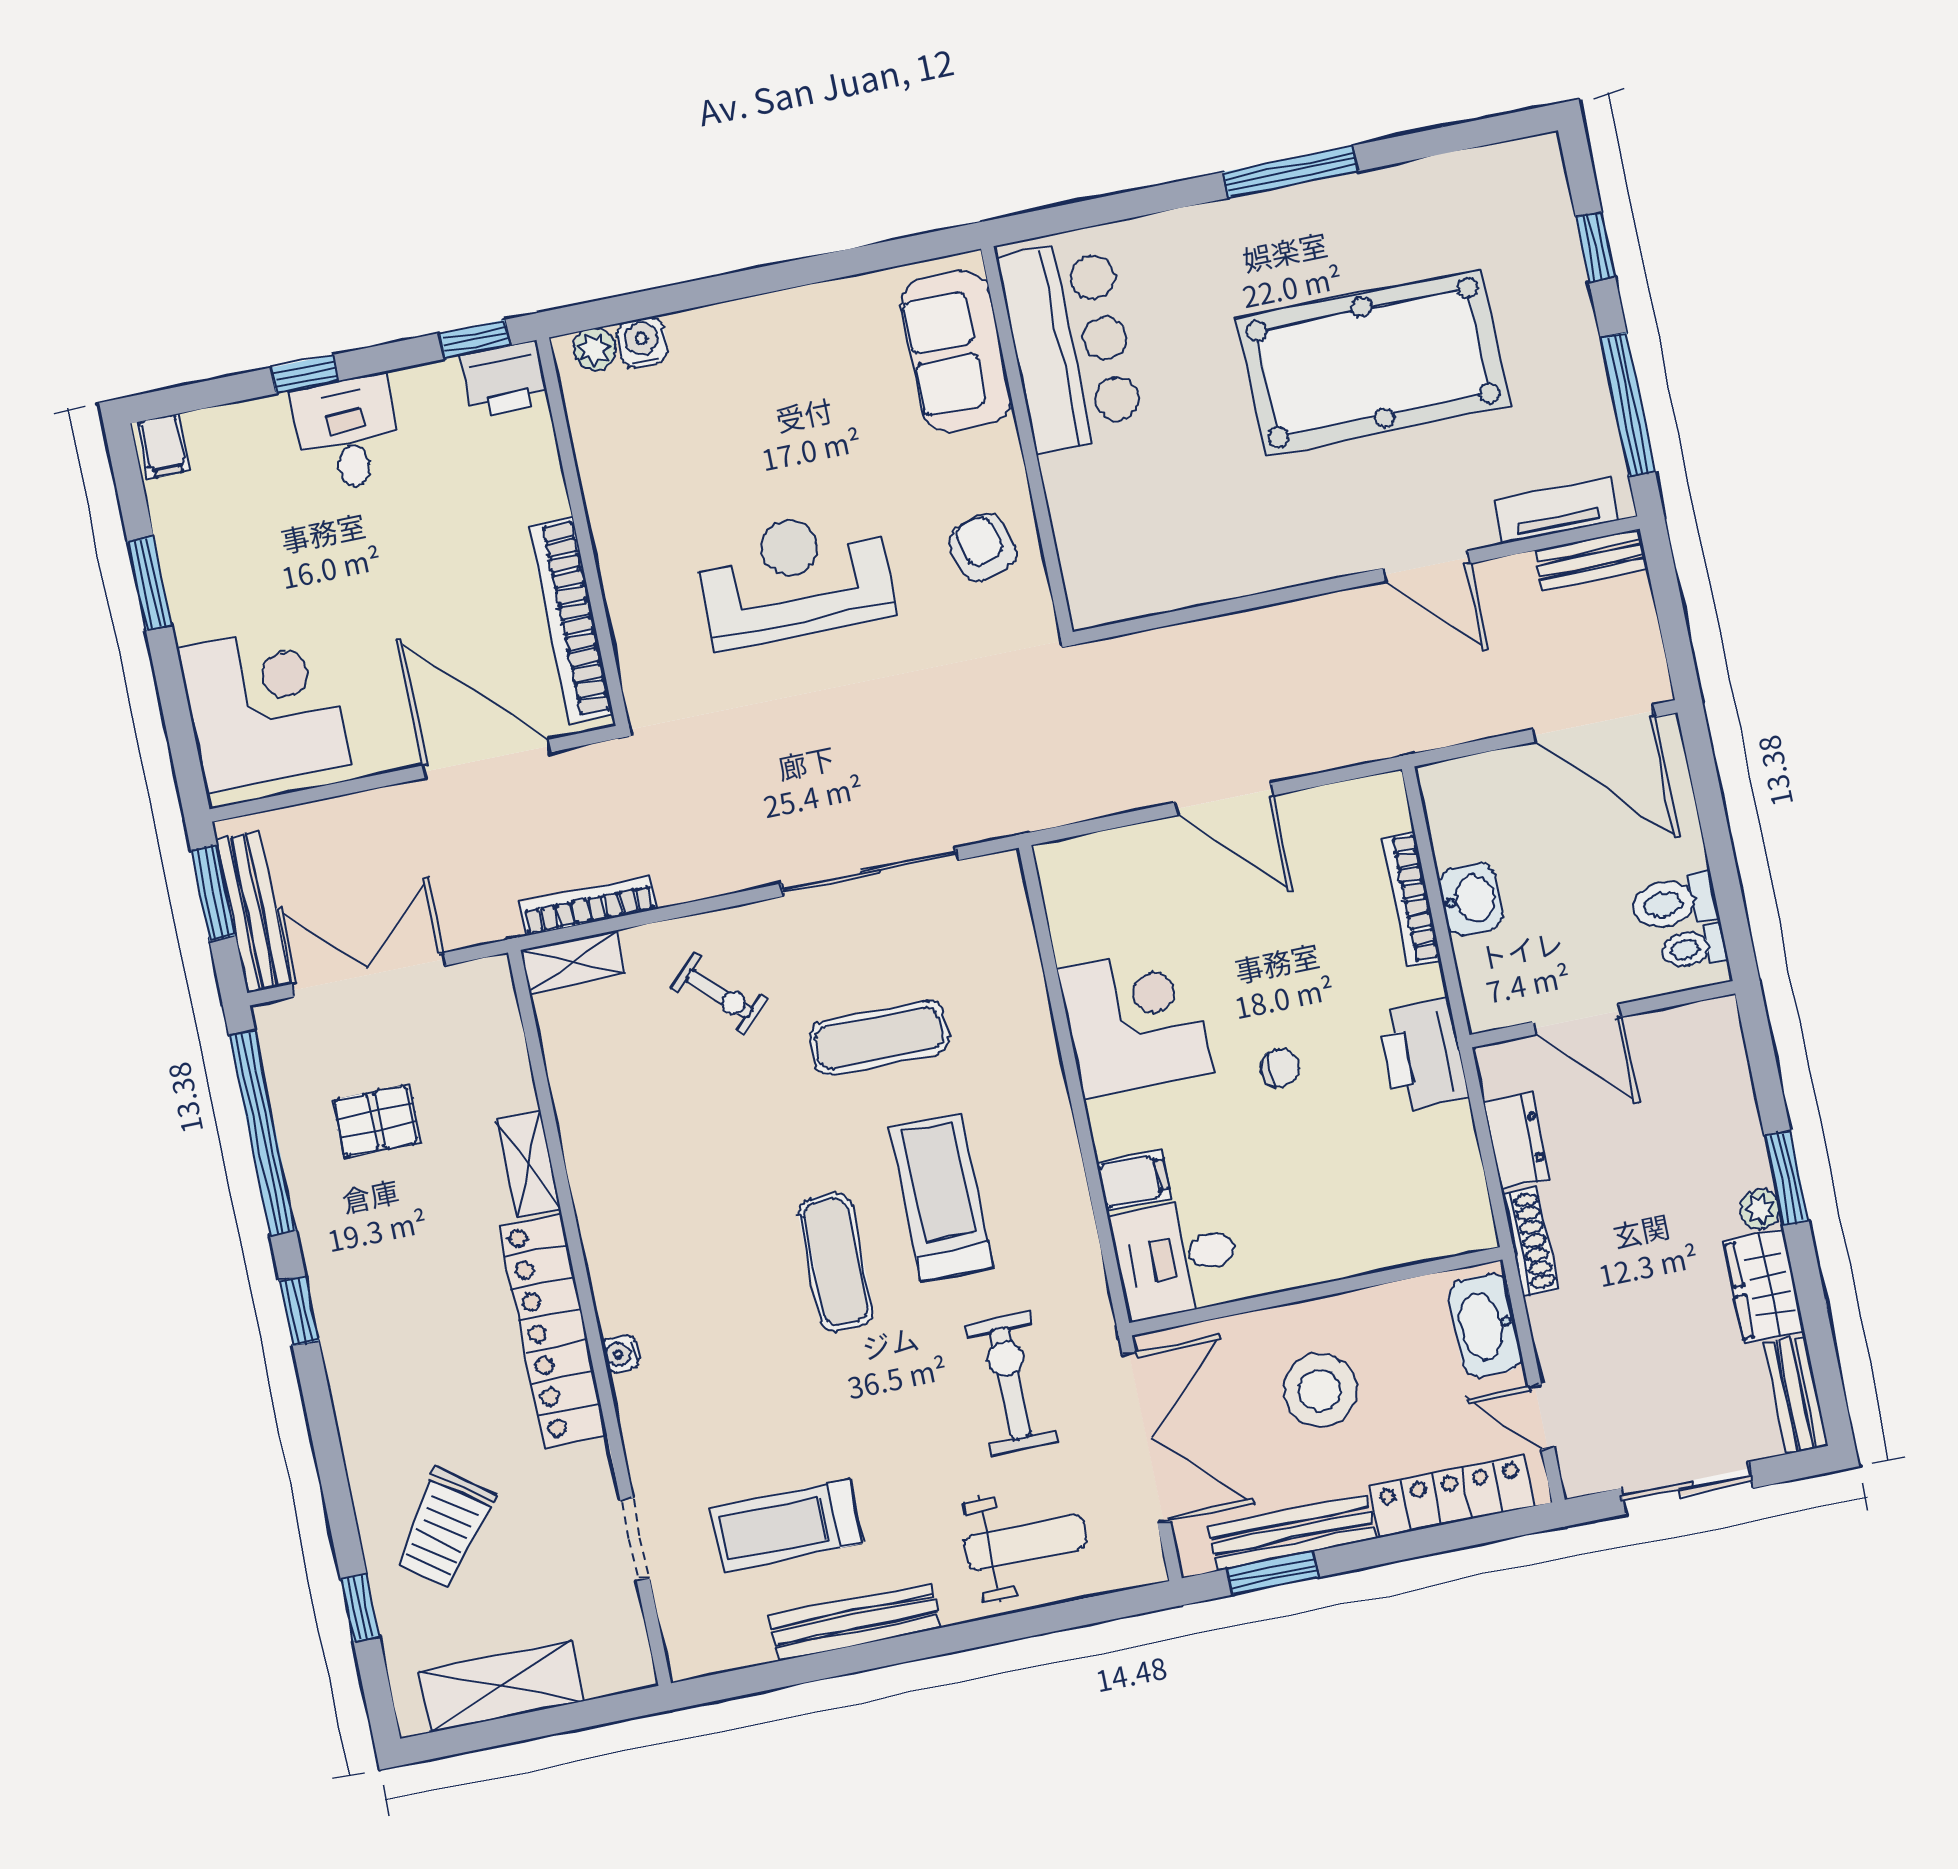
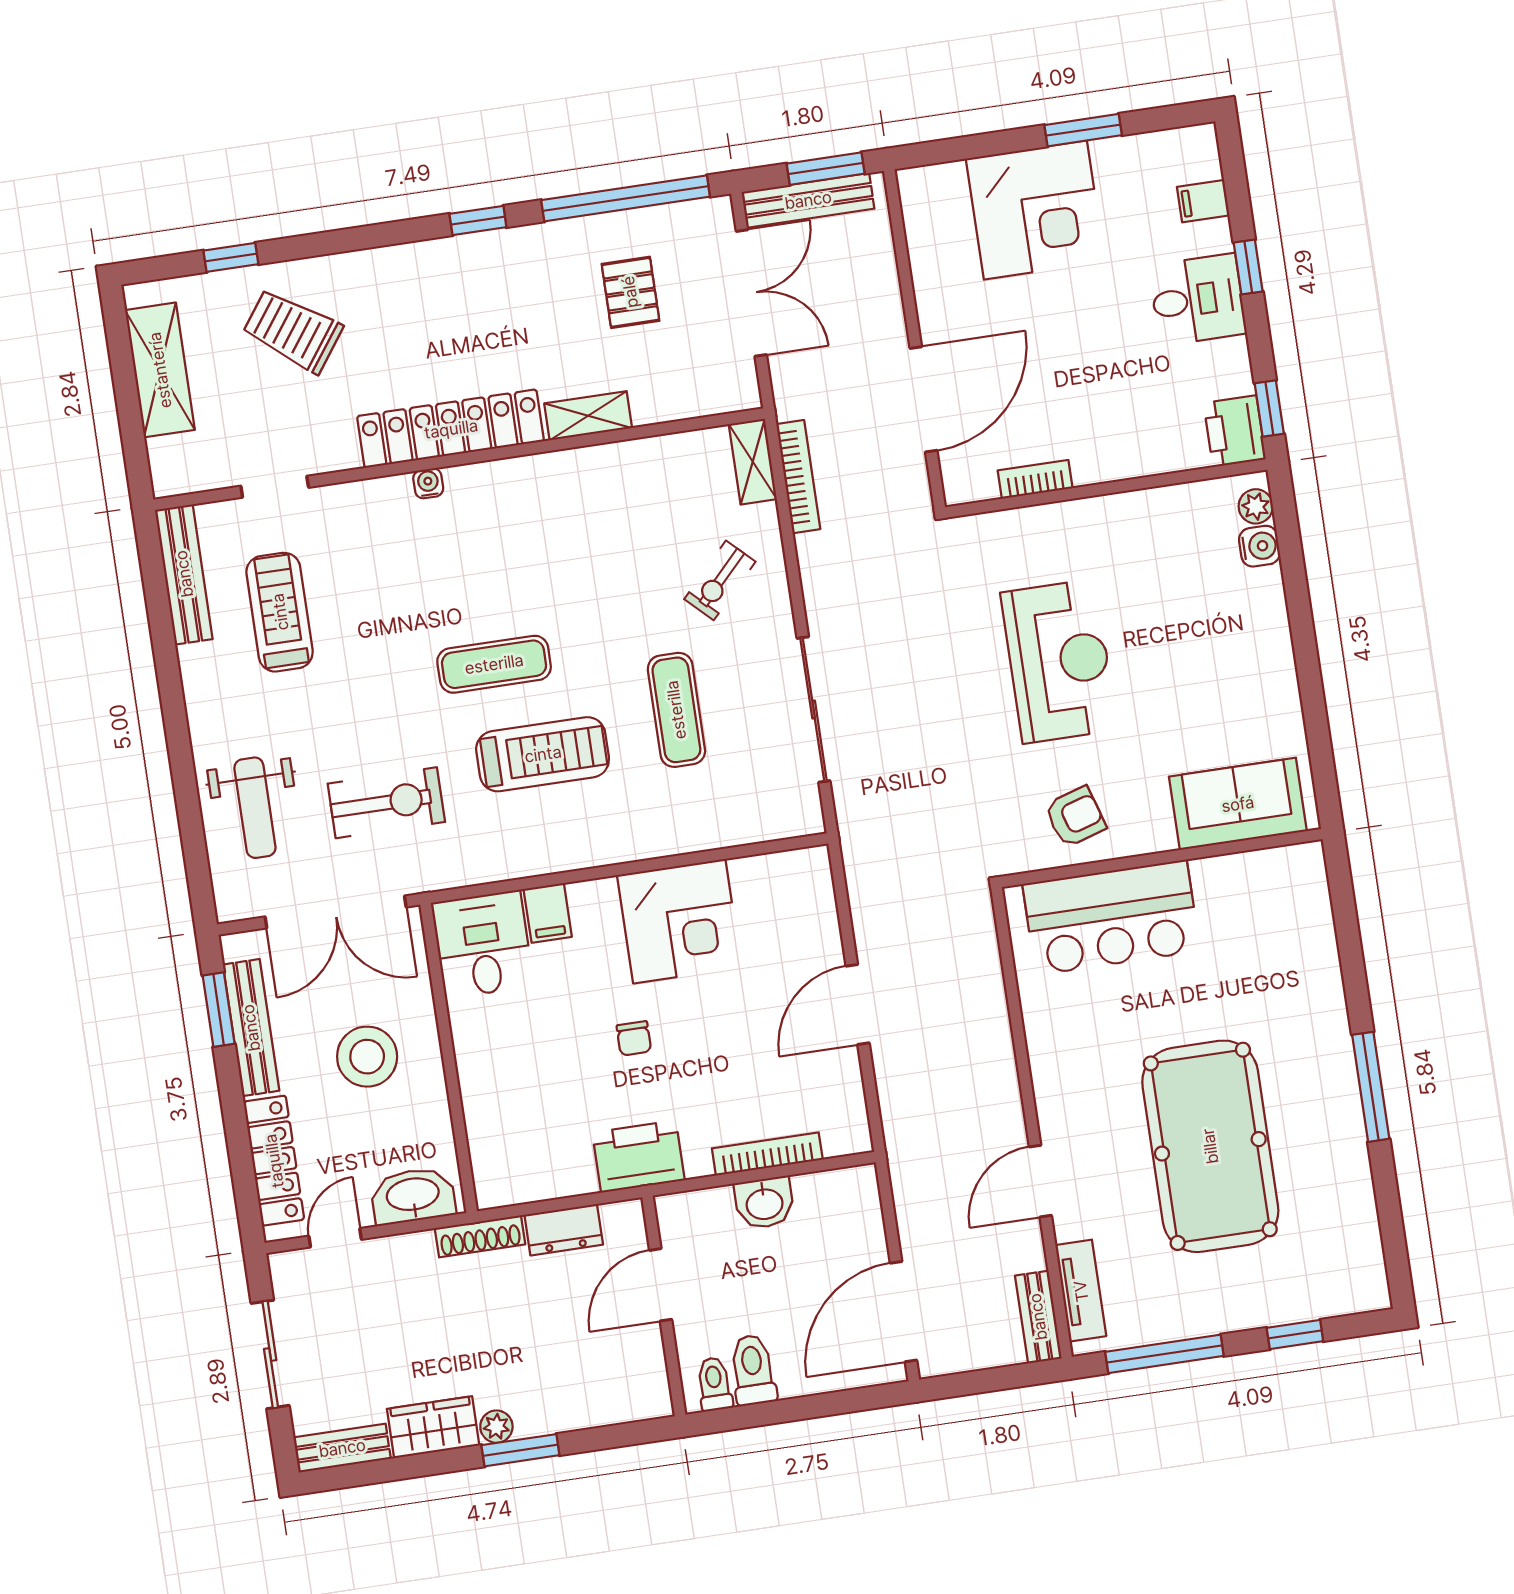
bar counter: (1071, 345) -> (1111, 917), moved
filing cabinet: (163, 446) -> (1203, 201), moved
bookcase: (571, 619) -> (1035, 479), width x0.43, depth x0.76
corner desk: (264, 706) -> (1035, 210), moved
bench: (855, 1622) -> (184, 574), moved

